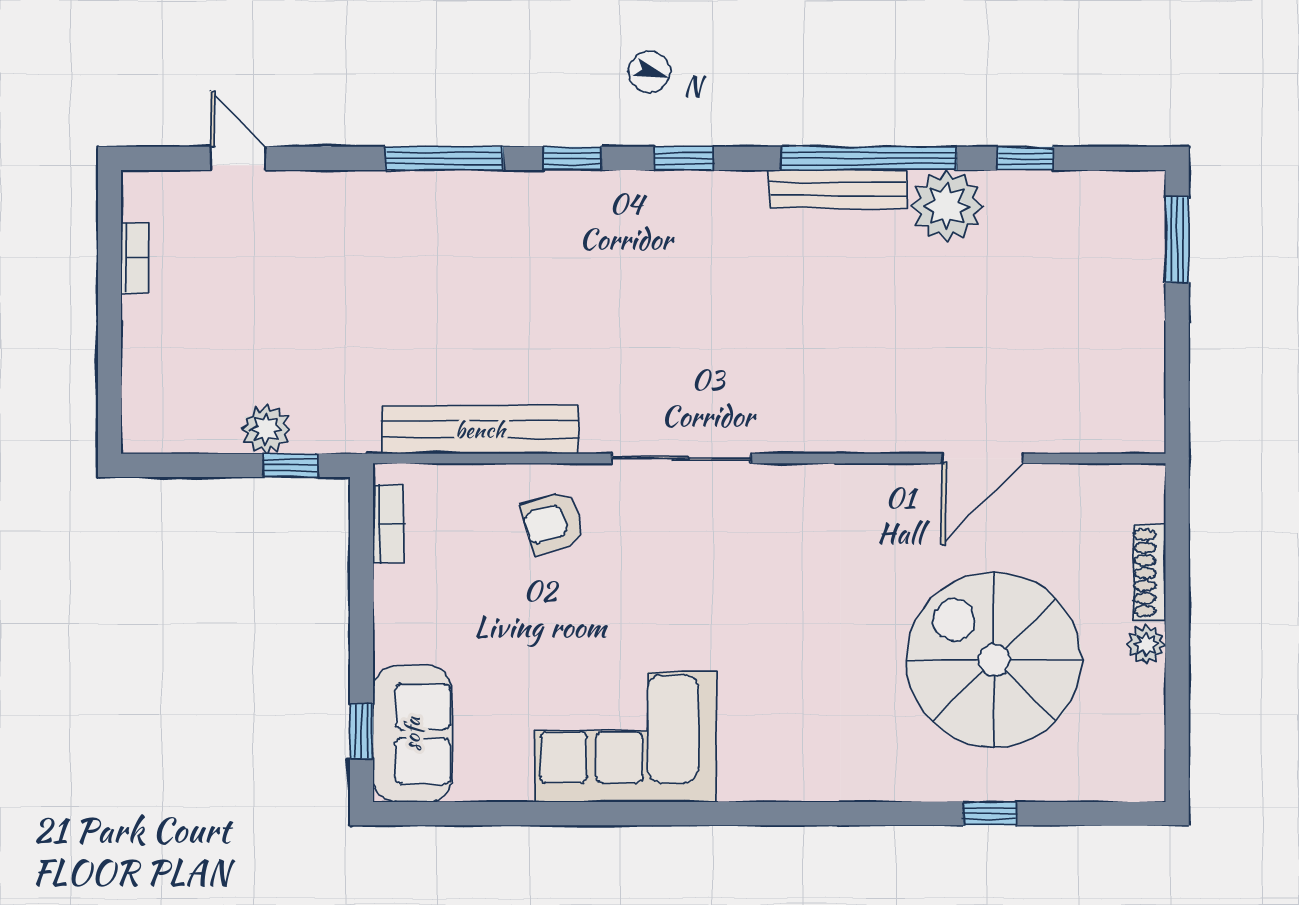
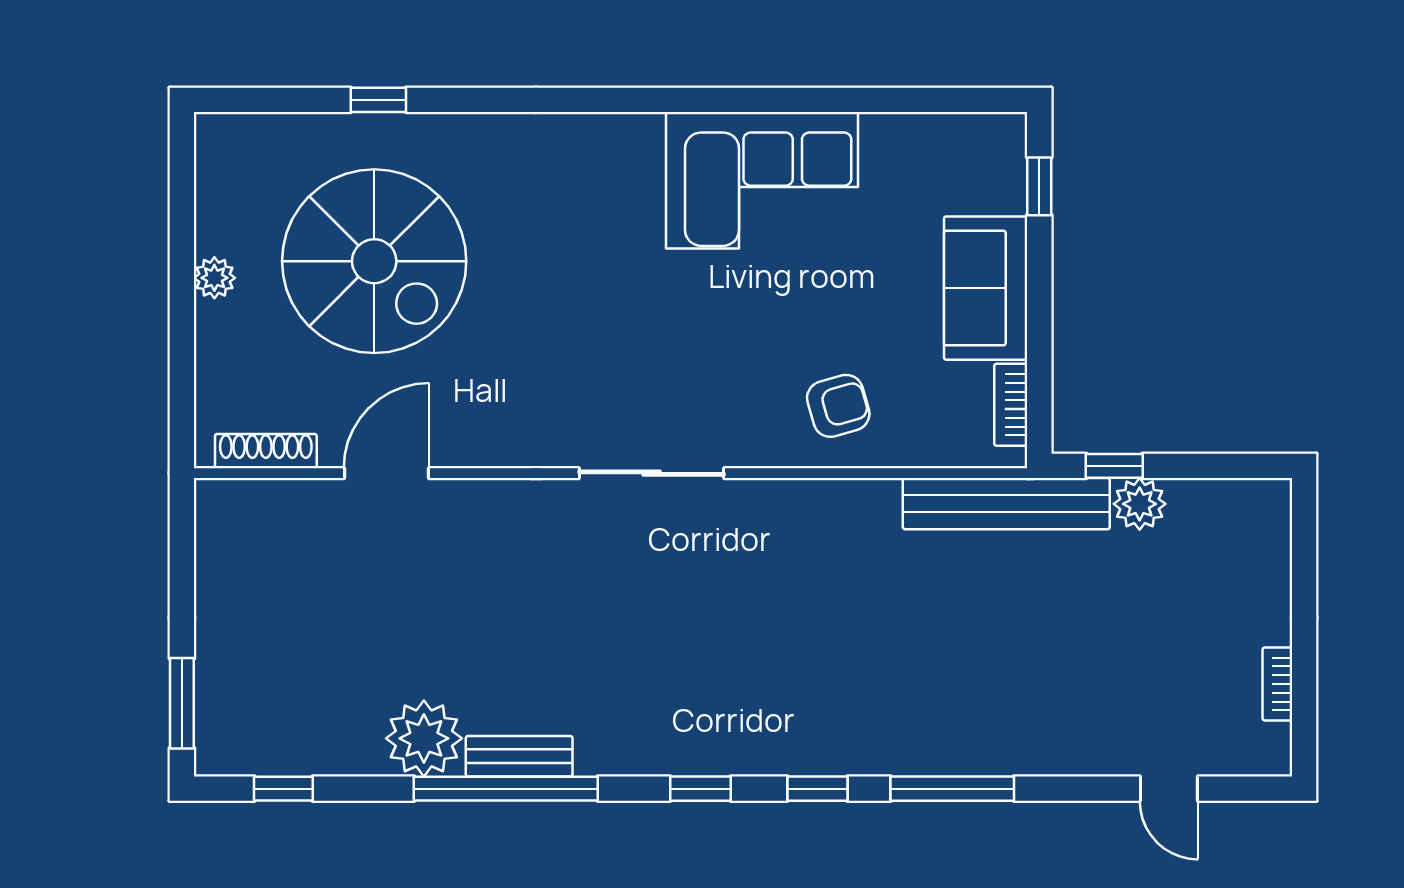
window: (1026, 158) -> (283, 789), moved
bench: (838, 189) -> (519, 756), width x0.73
bench: (480, 430) -> (1006, 504), moved
sliding door: (681, 459) -> (652, 473), moved
shoe rack: (1149, 573) -> (266, 451), moved, turned -90
sofa: (412, 734) -> (986, 288), moved

